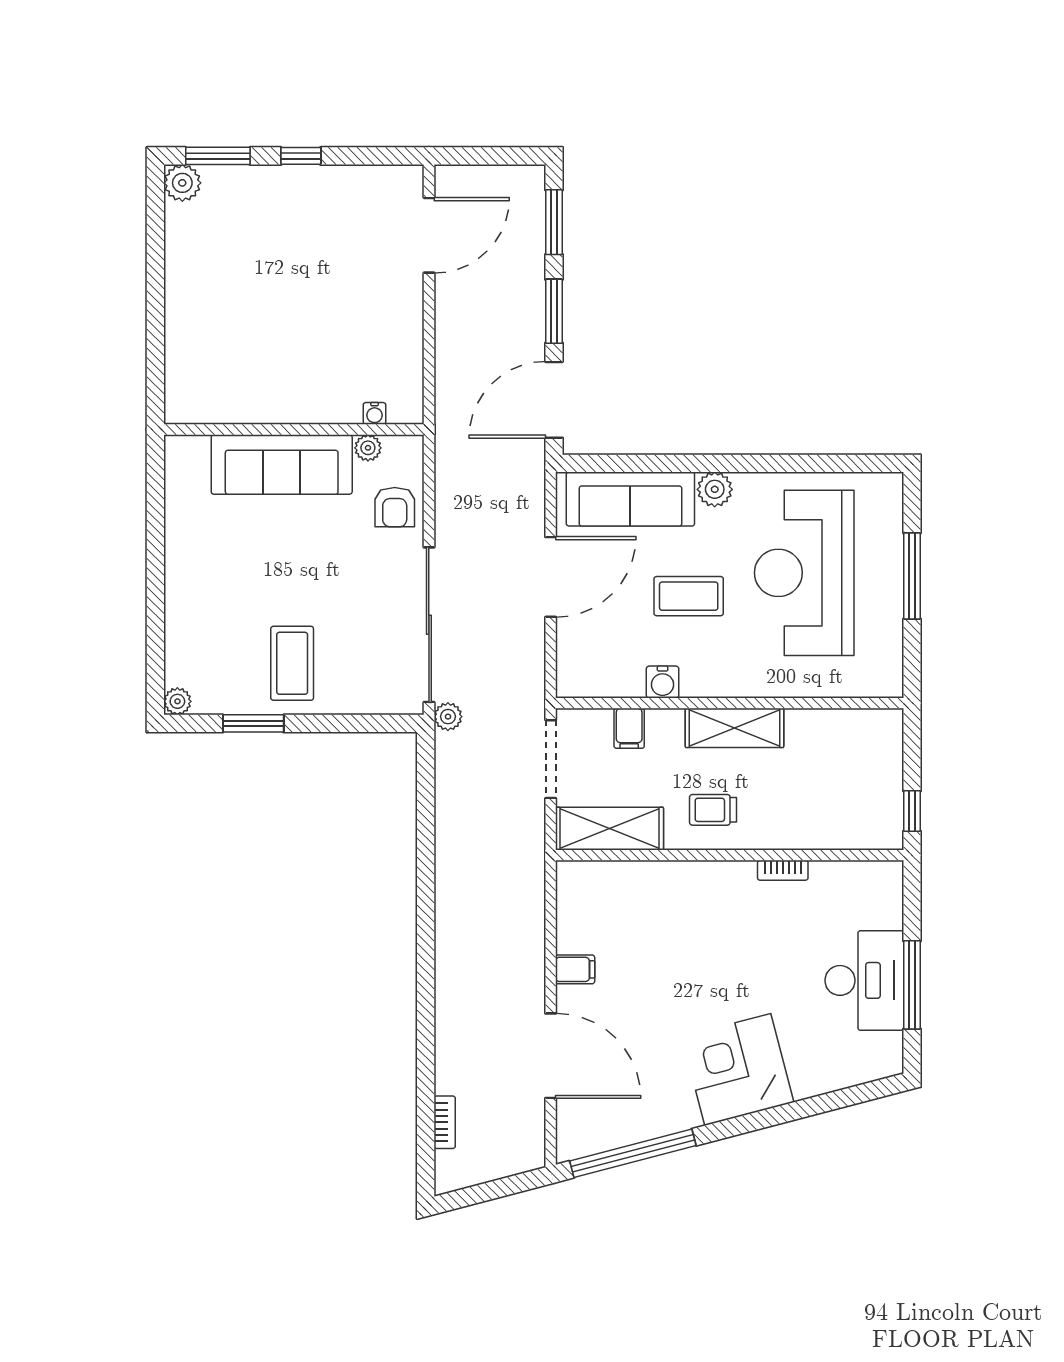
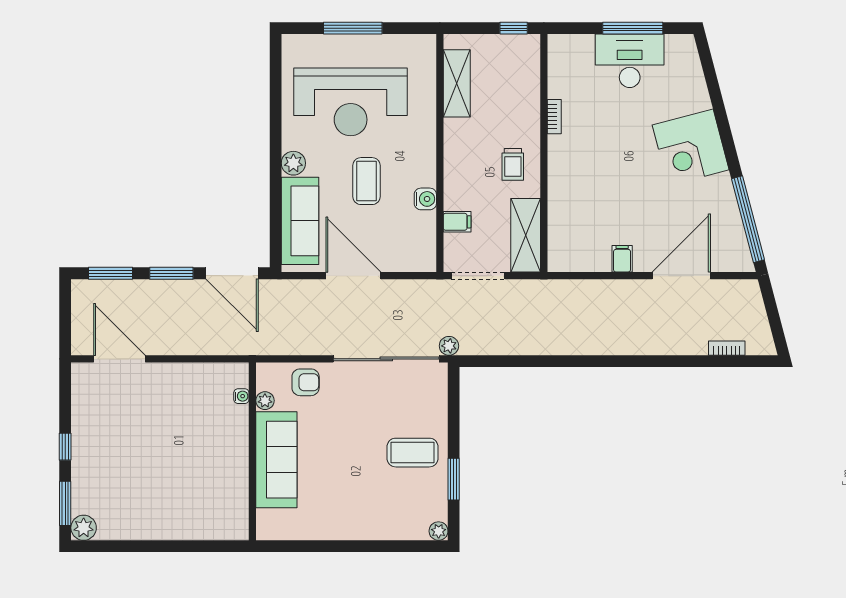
shelving: (735, 728) -> (457, 83), moved

